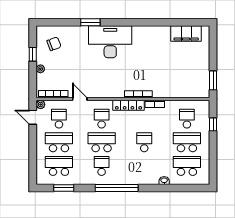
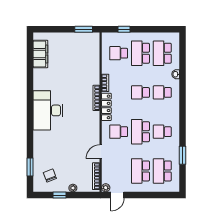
window: (90, 22) -> (30, 167), moved
desk: (110, 42) -> (48, 110), moved
school desk: (59, 119) -> (162, 92), moved
window: (64, 188) -> (182, 155), moved
window: (117, 188) -> (182, 118), removed

